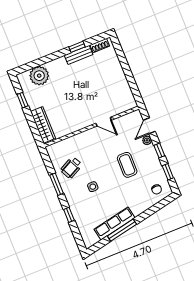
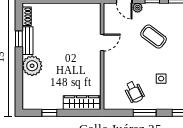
plant: (39, 76) -> (32, 66), moved
coffee table: (127, 165) -> (153, 37), turned 37

